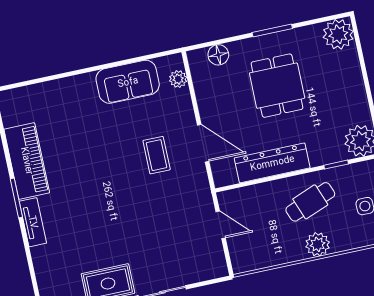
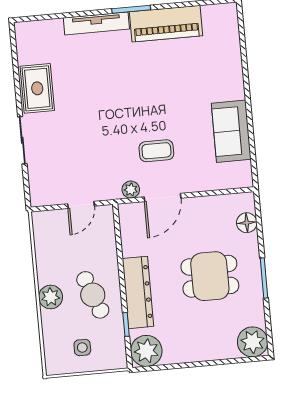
plant: (178, 79) -> (131, 190), moved
dresser: (272, 163) -> (138, 292), moved
tv unit: (33, 222) -> (96, 23), width x1.41

